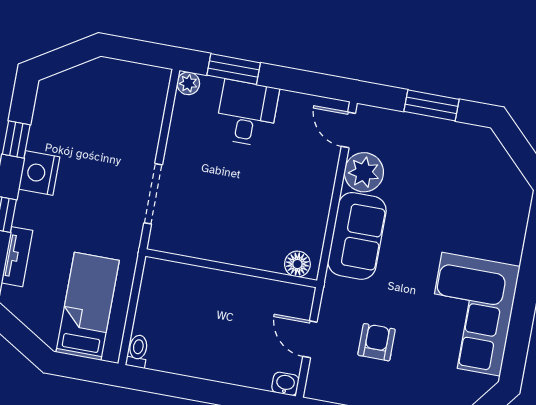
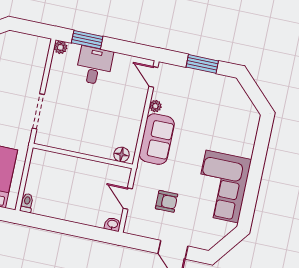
plant: (364, 172) -> (155, 106), width x0.53, depth x0.53
armchair: (377, 342) -> (167, 201), turned 90

